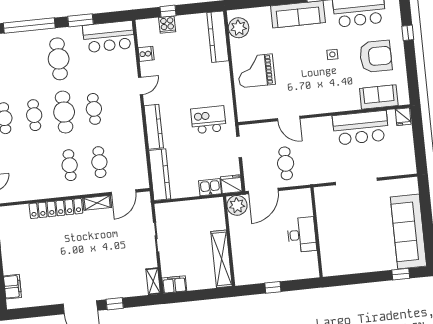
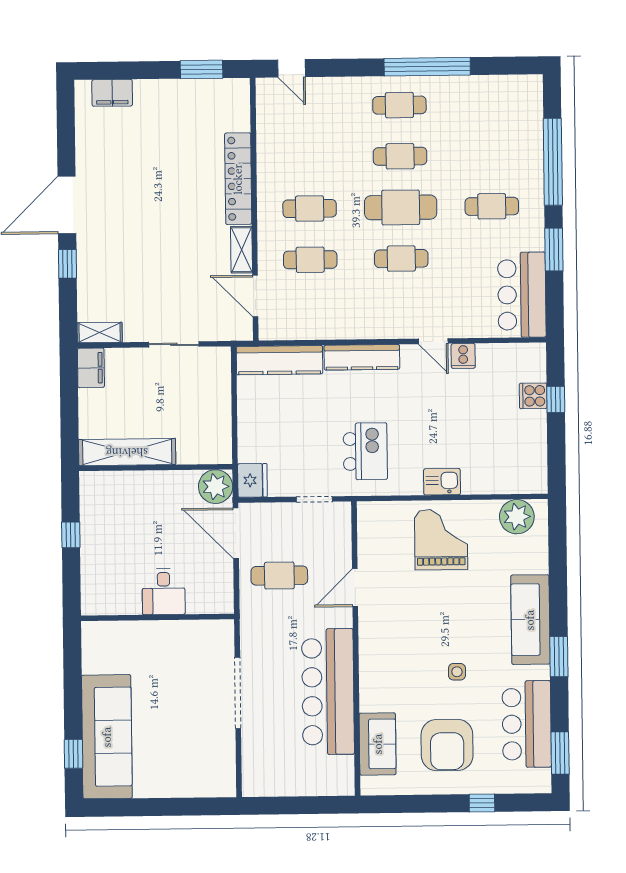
kitchen counter: (218, 37) -> (505, 480), removed
cooker: (146, 54) -> (463, 356), moved
cafe table: (59, 59) -> (492, 206), width x0.73, depth x0.74
fridge: (403, 117) -> (340, 782), removed
bar counter: (361, 128) -> (328, 692), width x1.36
kitchen sink: (210, 187) -> (442, 482), moved, turned -90
sofa: (408, 232) -> (107, 737), moved, turned 90
desk: (302, 235) -> (164, 592), width x0.73

